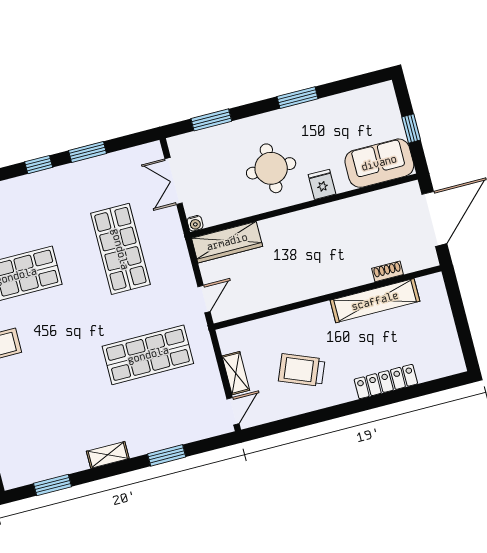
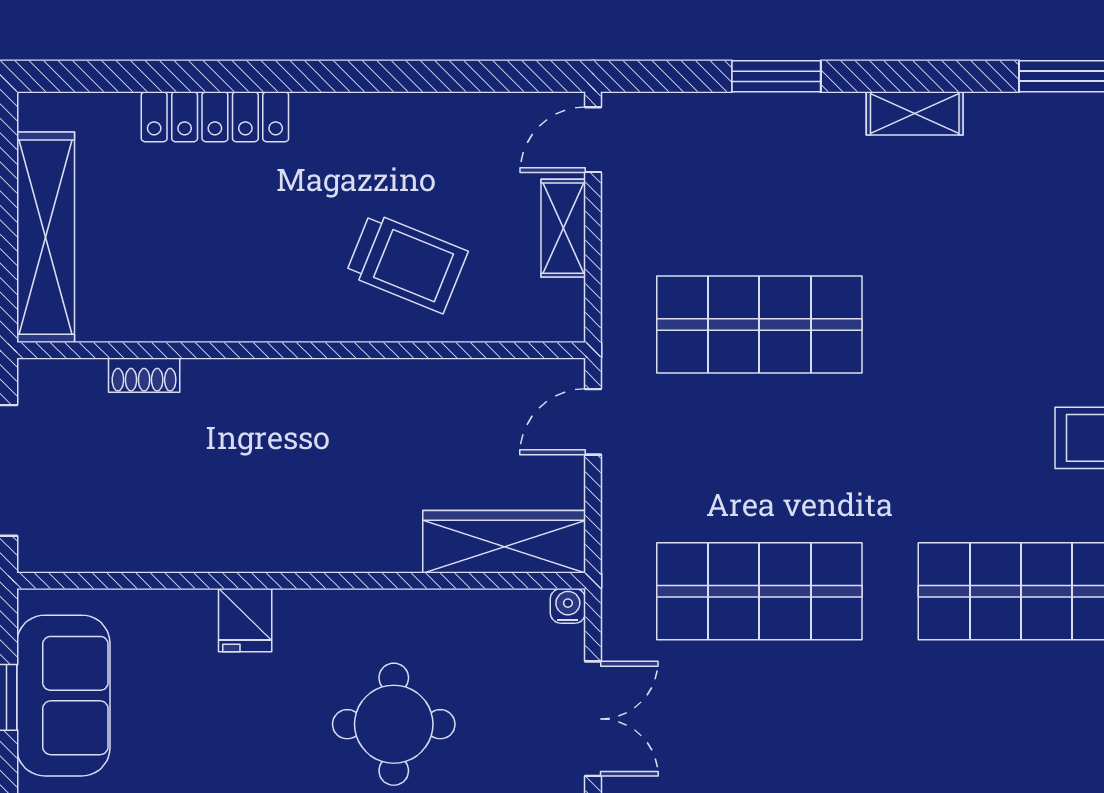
sofa: (379, 163) -> (63, 696), moved, turned -90
round table: (271, 168) -> (394, 724), moved
shop shelf: (120, 249) -> (759, 591), turned 90
shelving: (375, 301) -> (46, 237), moved, turned 90
trolley: (302, 370) -> (407, 263), moved

